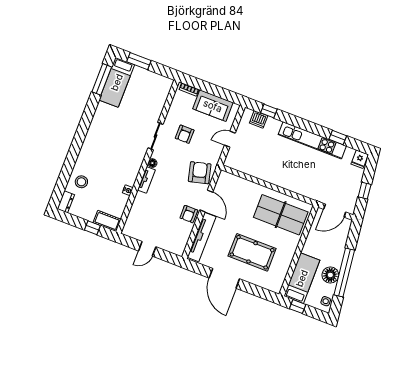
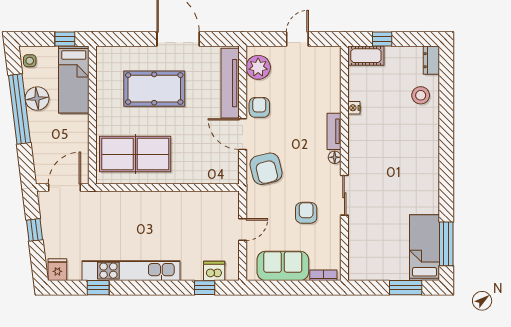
plant: (180, 240) -> (258, 67), added

